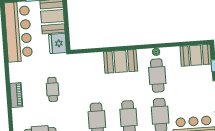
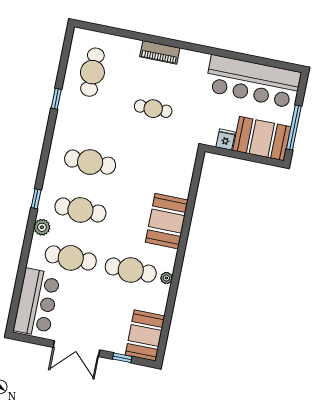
fridge: (58, 43) -> (226, 139), width x0.53, depth x0.75

